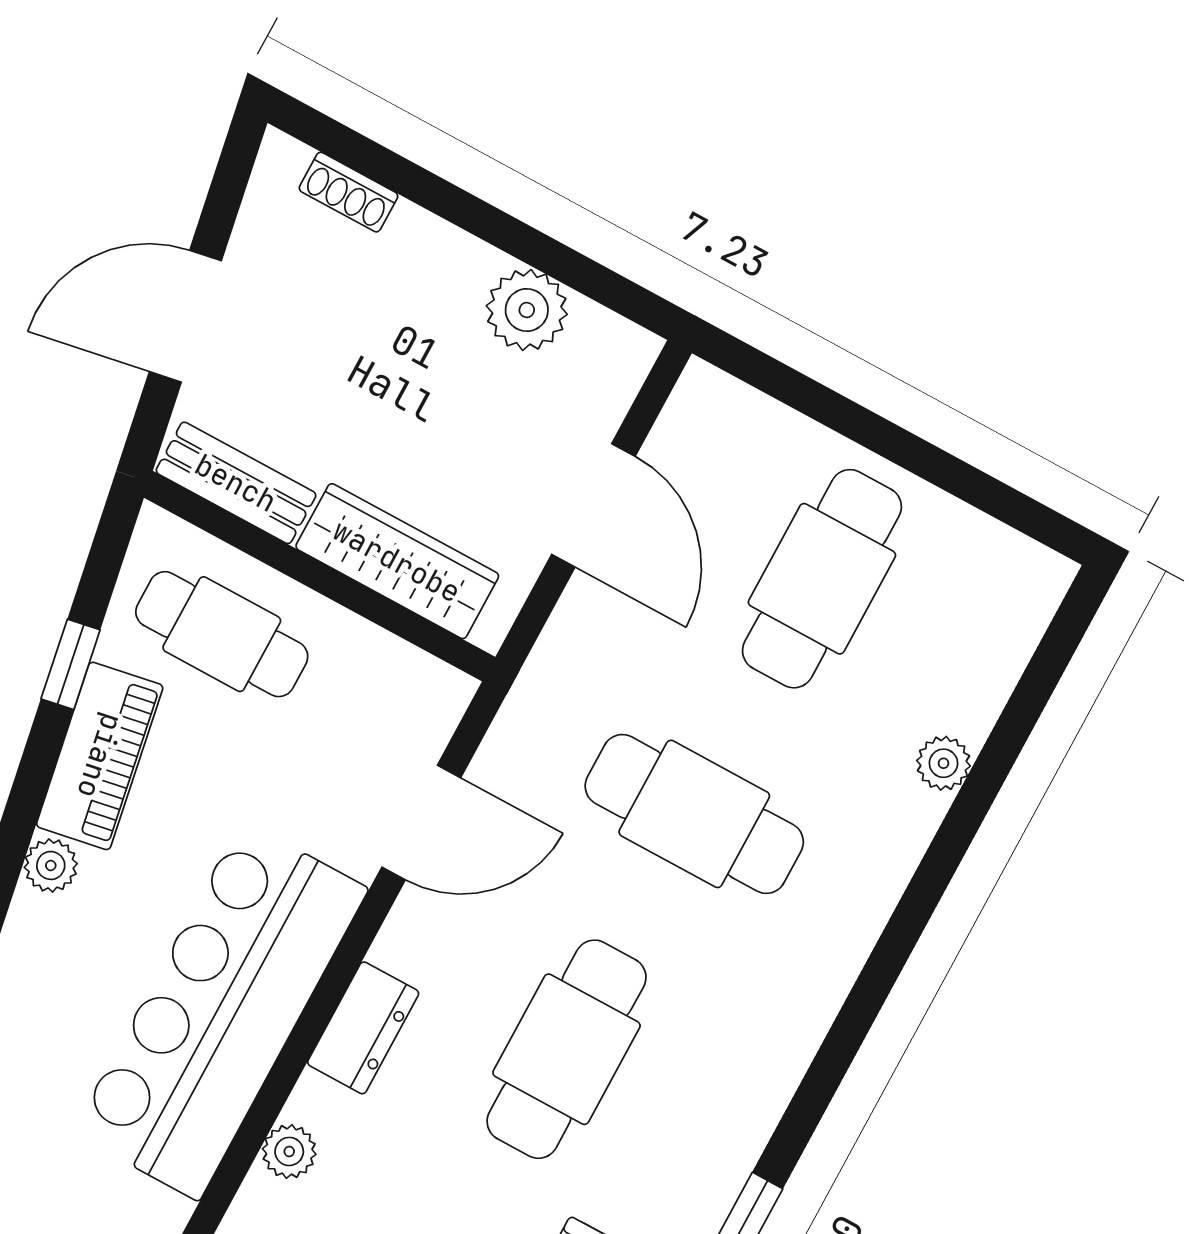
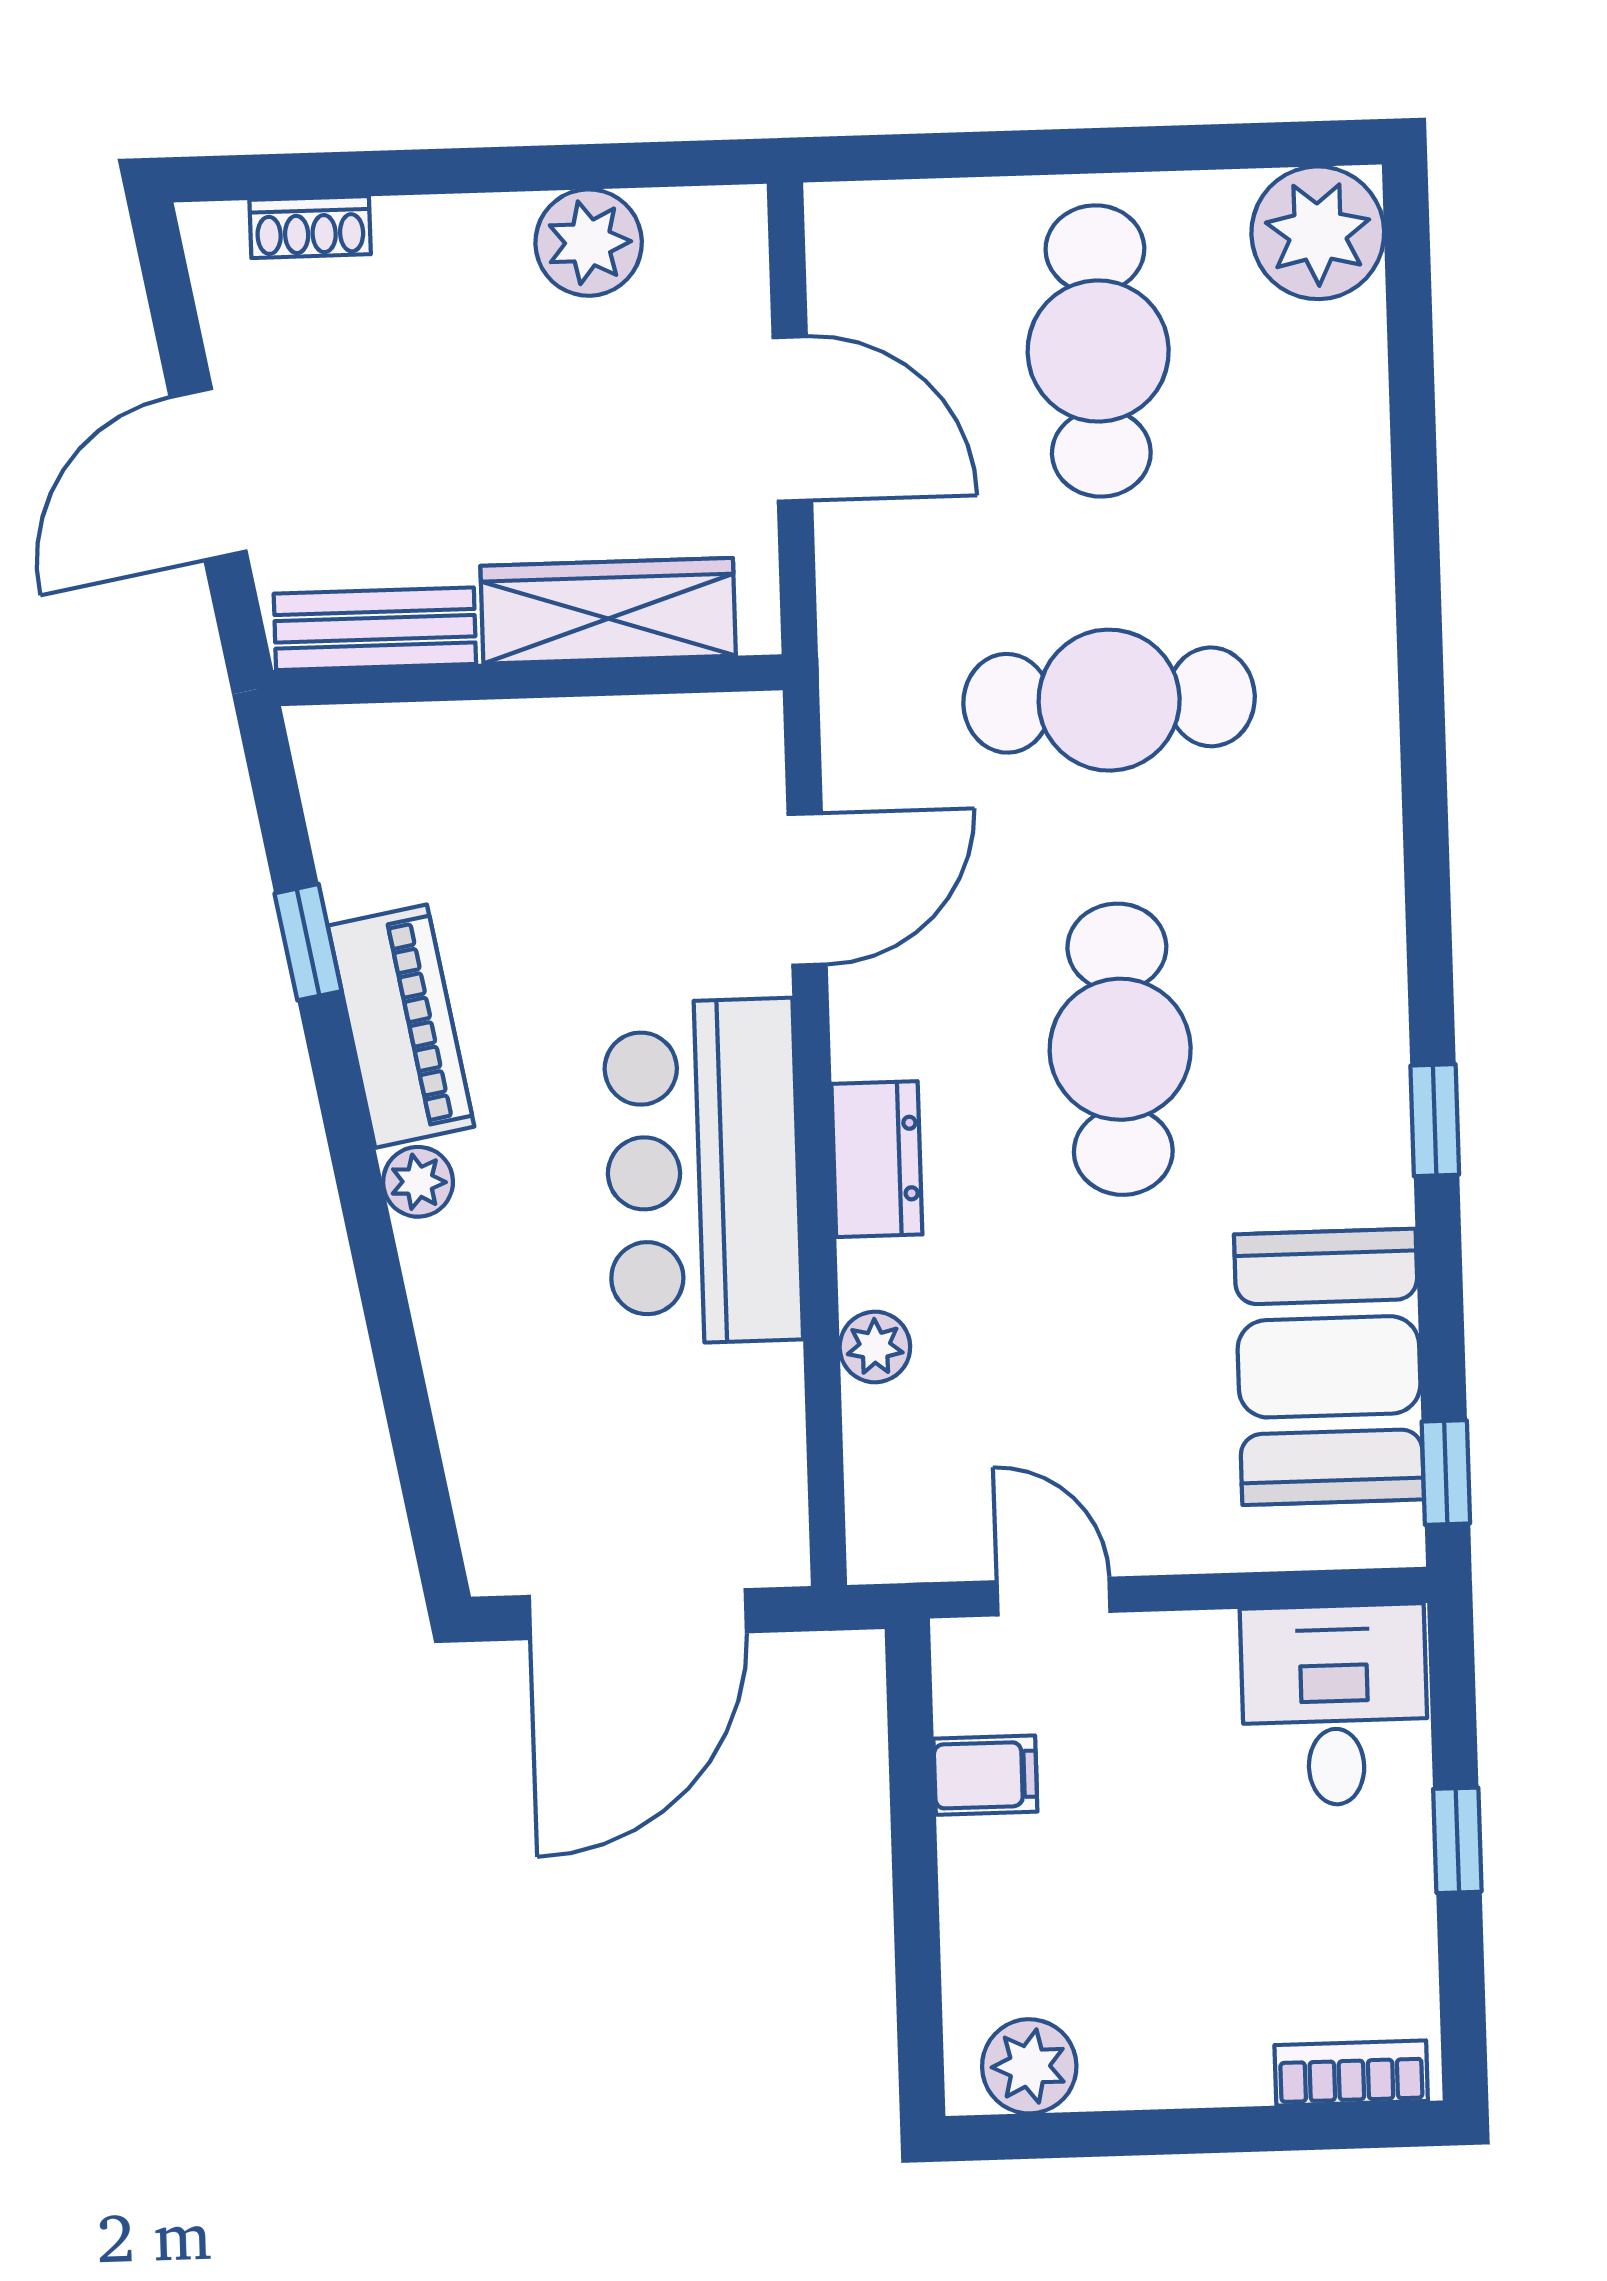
cafe table: (222, 634) -> (458, 809), removed
plant: (943, 763) -> (1318, 233), moved, width x1.88, depth x1.88
bar counter: (220, 1011) -> (703, 1172), width x0.73

